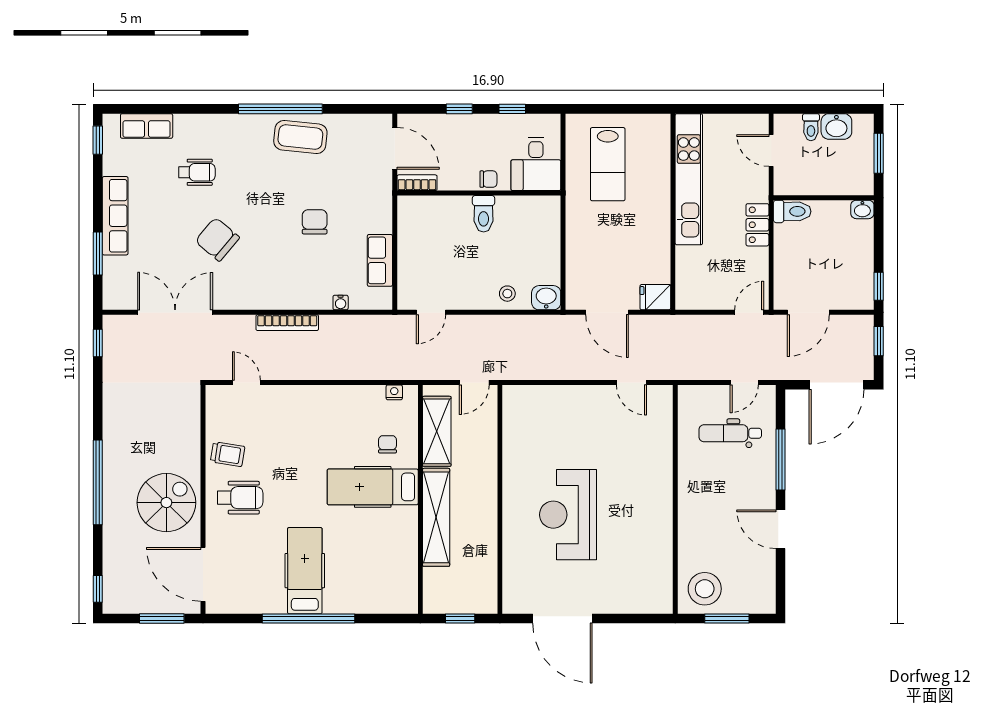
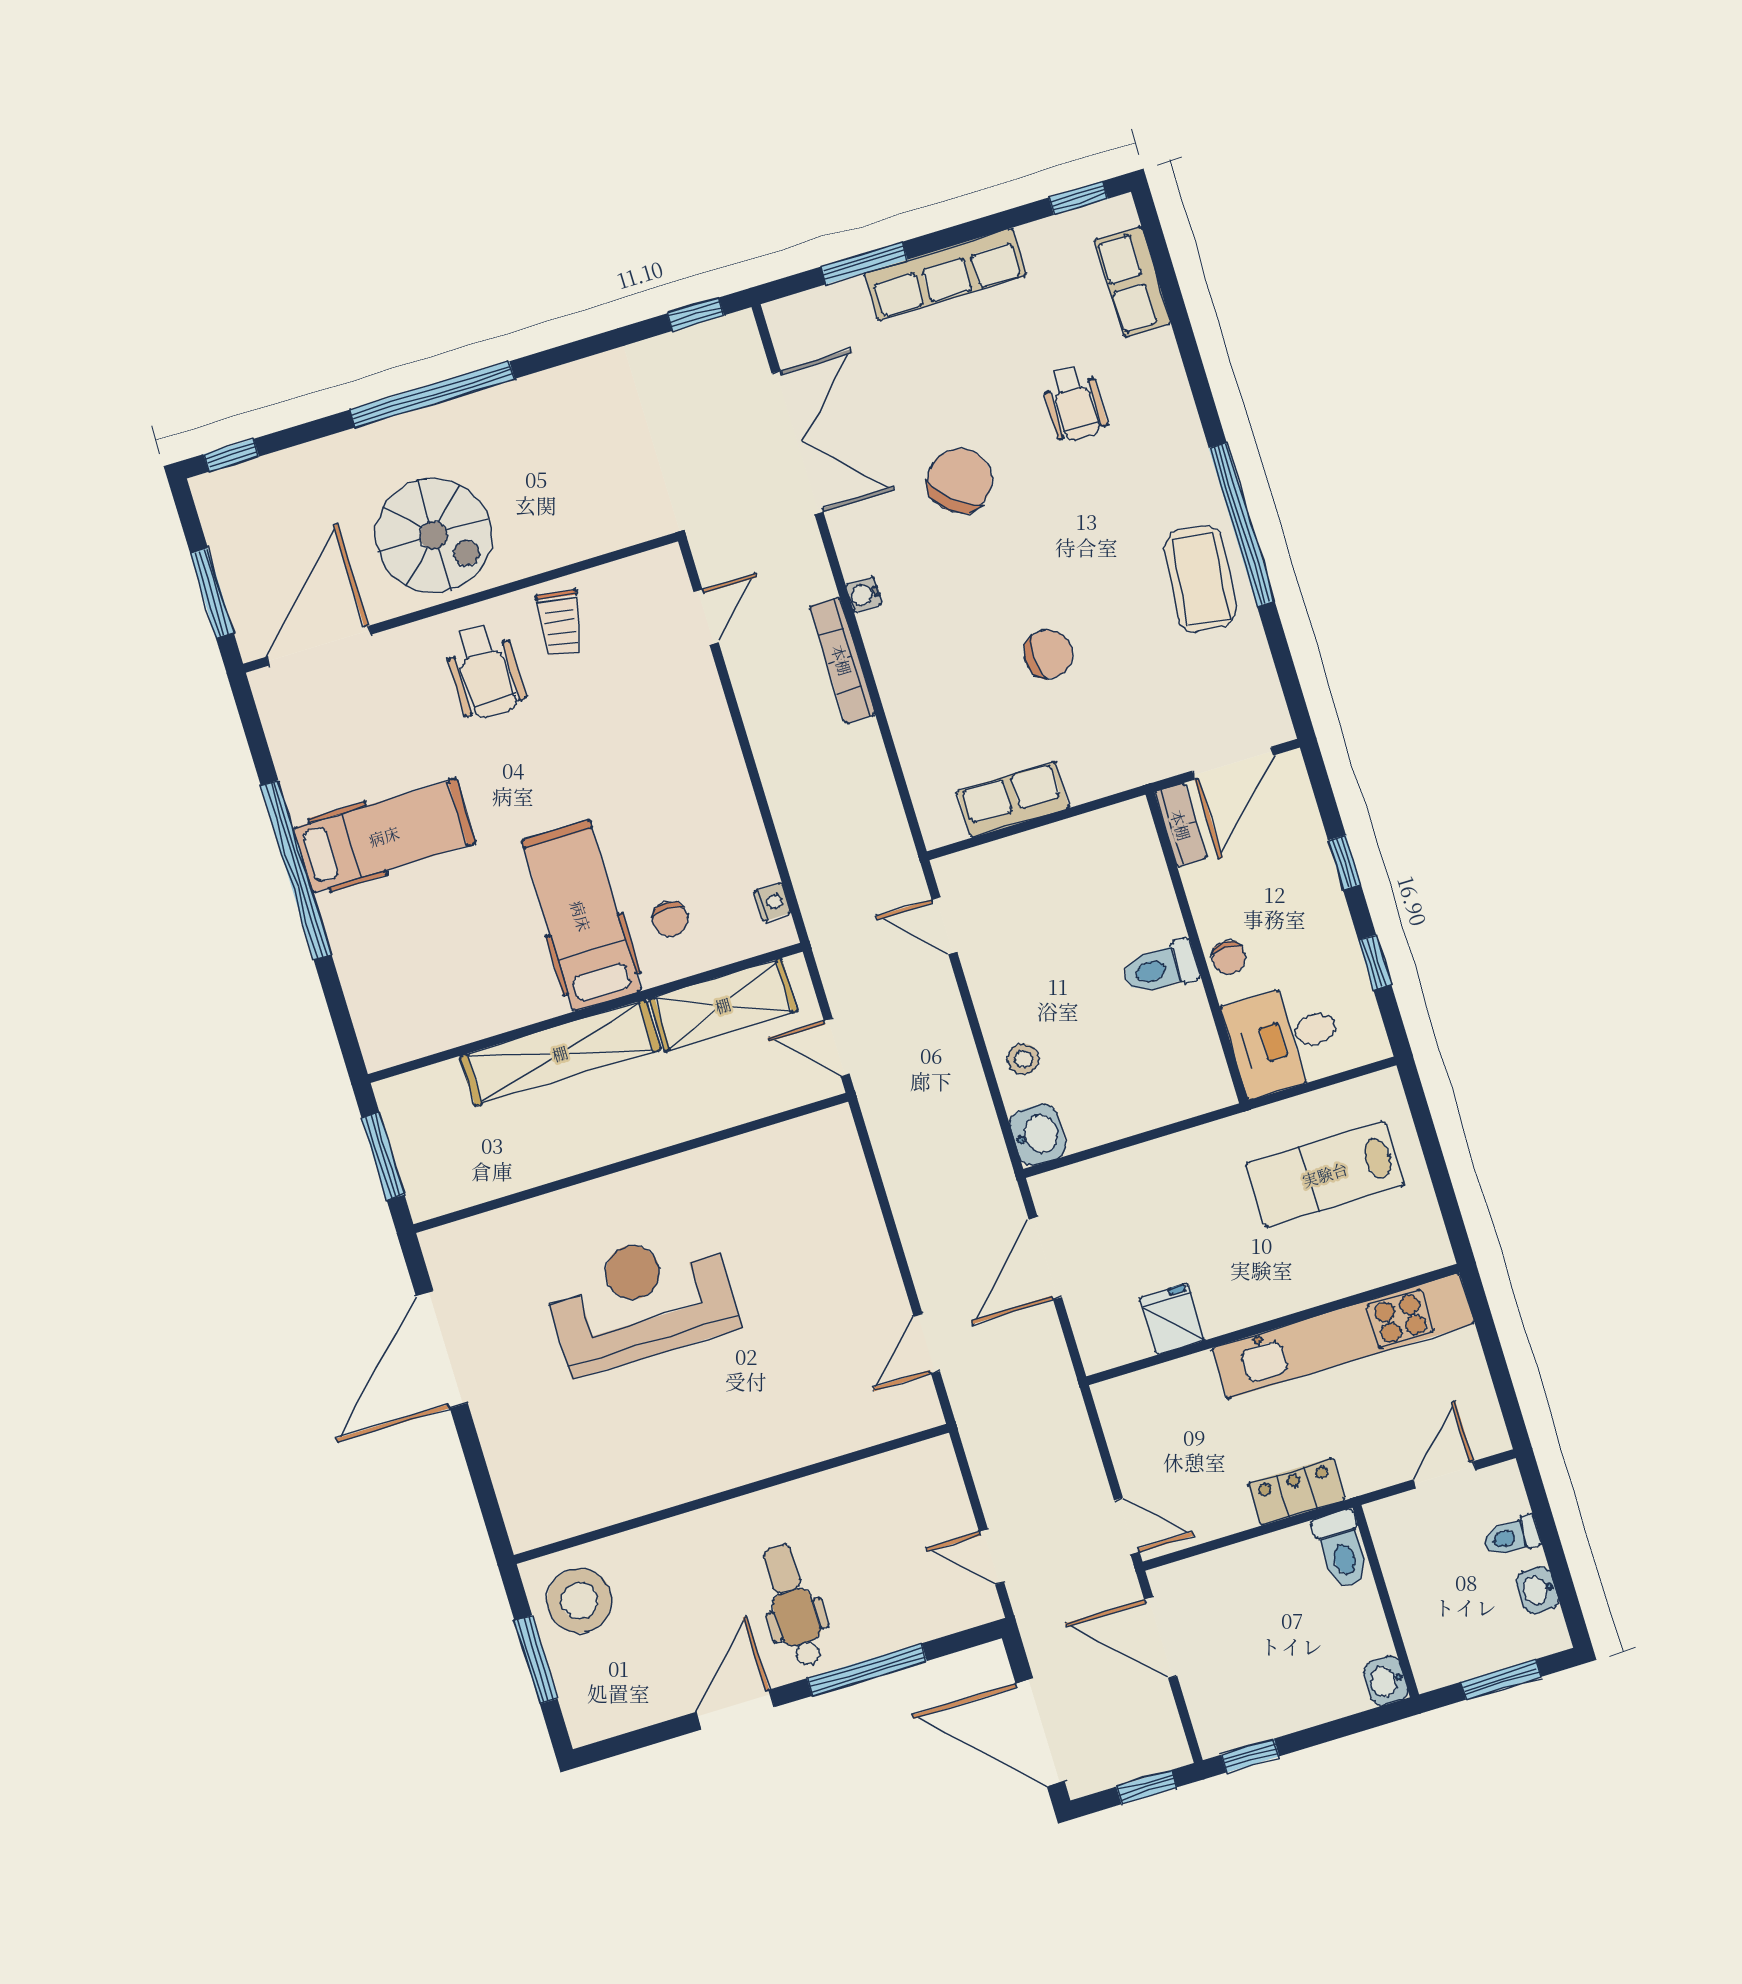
washbasin: (836, 126) -> (1537, 1590), width x0.72, depth x0.69
fridge: (655, 297) -> (1172, 1319), moved
water cooler: (341, 303) -> (864, 595), moved
dental chair: (730, 433) -> (793, 1605), moved
chair: (387, 444) -> (670, 919), turned 90
window: (460, 619) -> (383, 1156), width x1.50

